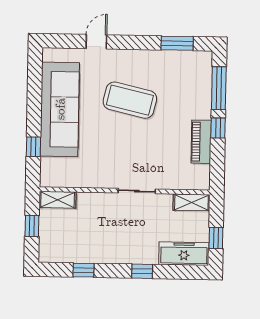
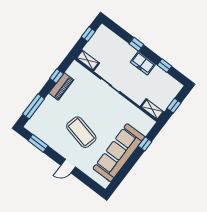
door: (96, 42) -> (68, 166), moved
window: (218, 128) -> (57, 76), moved
freezer: (184, 254) -> (143, 63), moved, width x0.71

